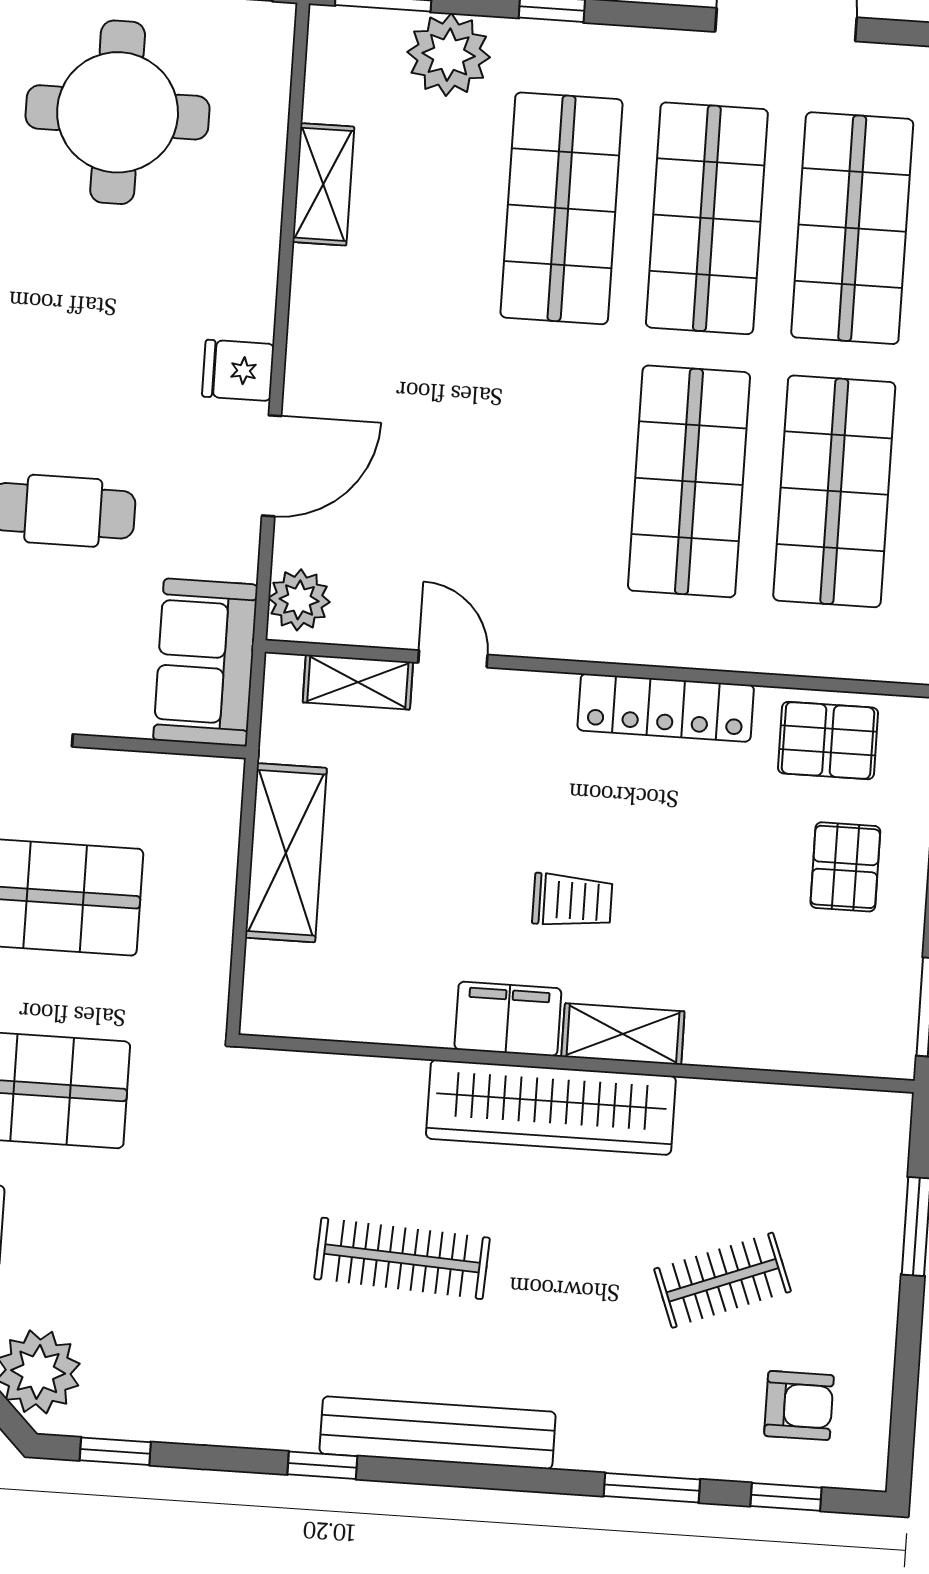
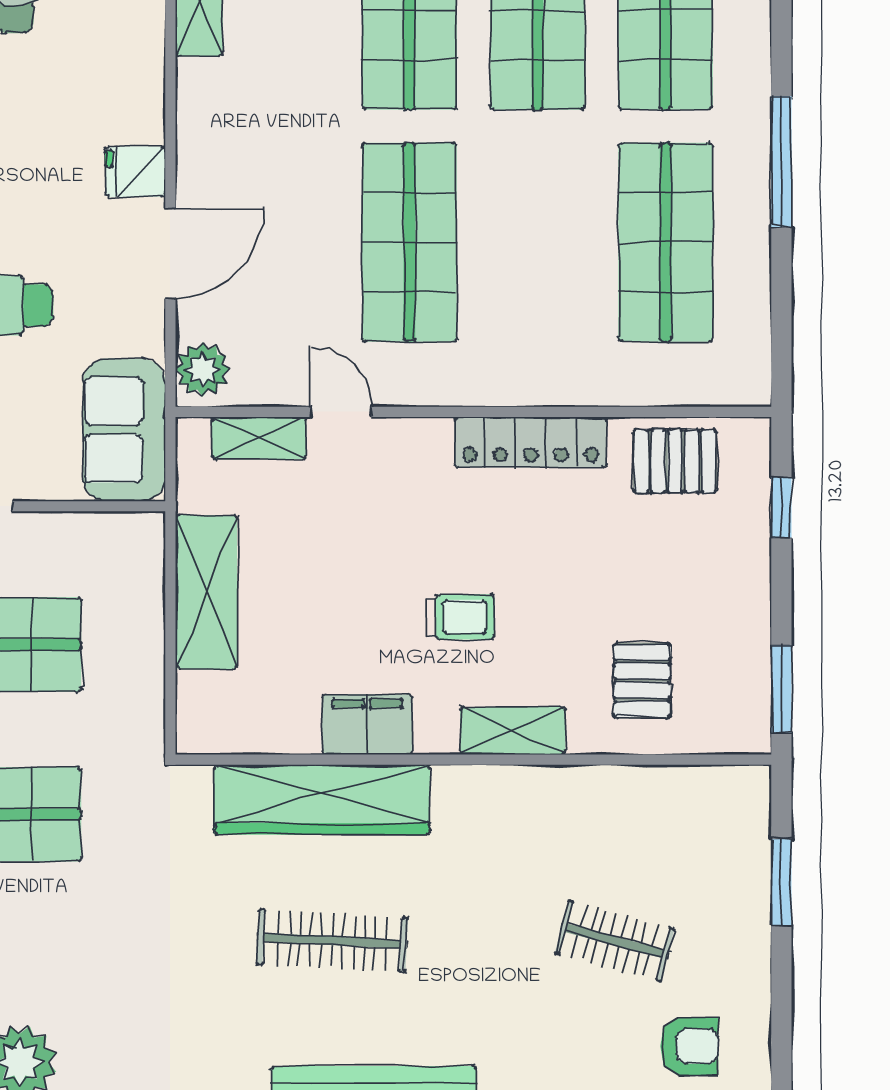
shop shelf: (689, 481) -> (409, 242), moved
pallet: (845, 867) -> (642, 680), moved
filing cabinet: (508, 1019) -> (367, 724), moved
wardrobe: (551, 1107) -> (322, 799), moved
clothes rail: (722, 1280) -> (615, 941), turned 36

